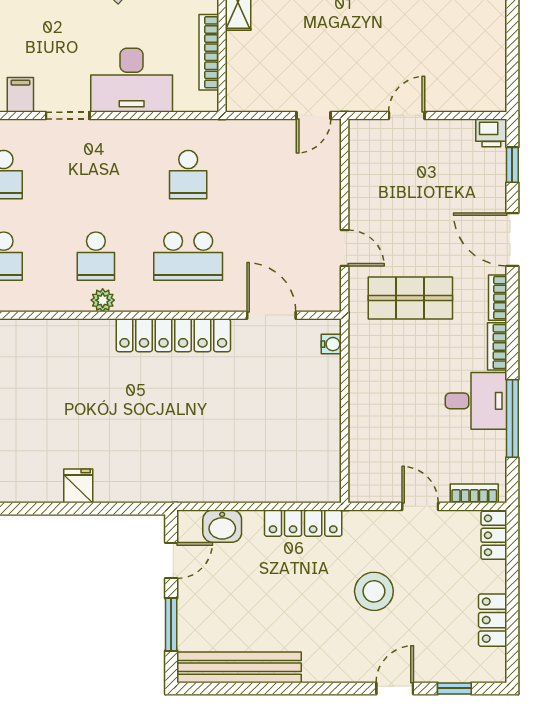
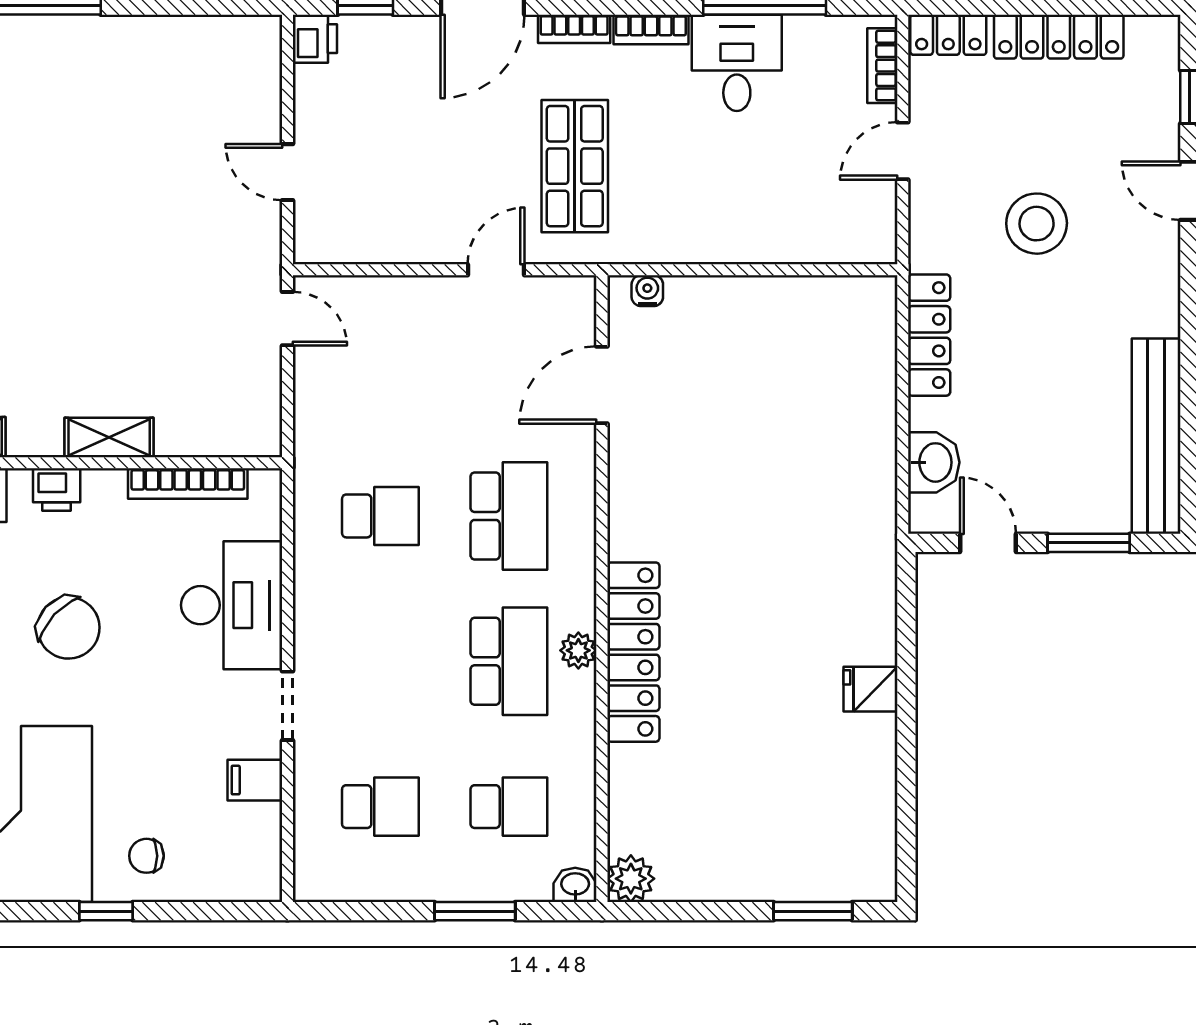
school desk: (96, 256) -> (509, 661), width x1.85
locker: (173, 335) -> (633, 652), moved
locker: (493, 620) -> (1059, 37), width x1.53

